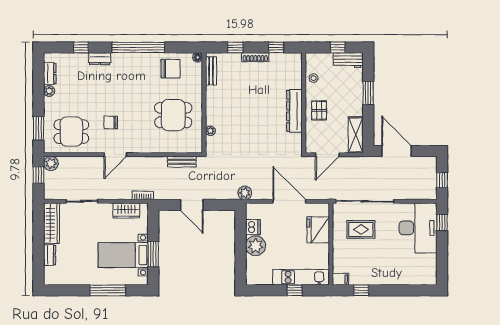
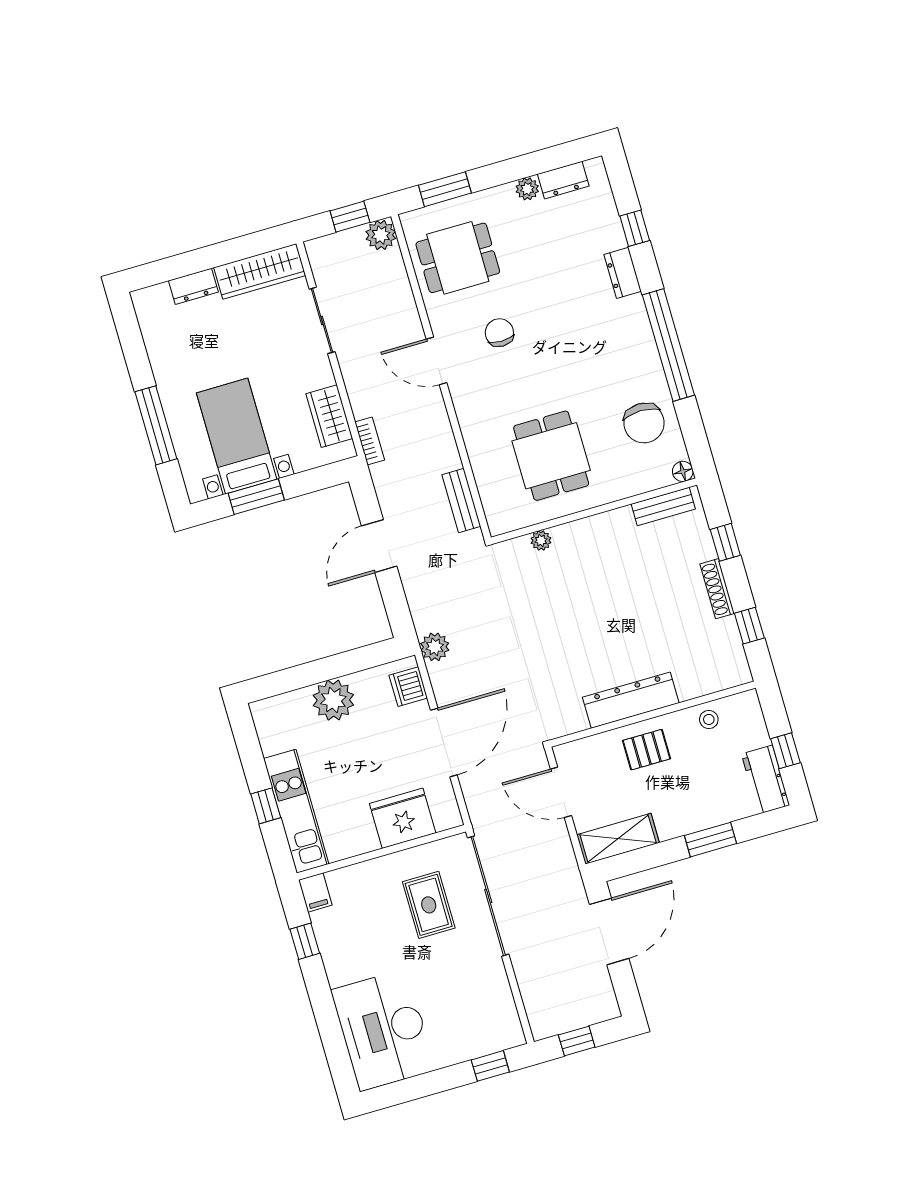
dining table: (71, 132) -> (458, 258), turned 90
dishwasher: (253, 227) -> (408, 687), moved, turned 90
desk: (418, 228) -> (383, 1030), moved, turned 90

